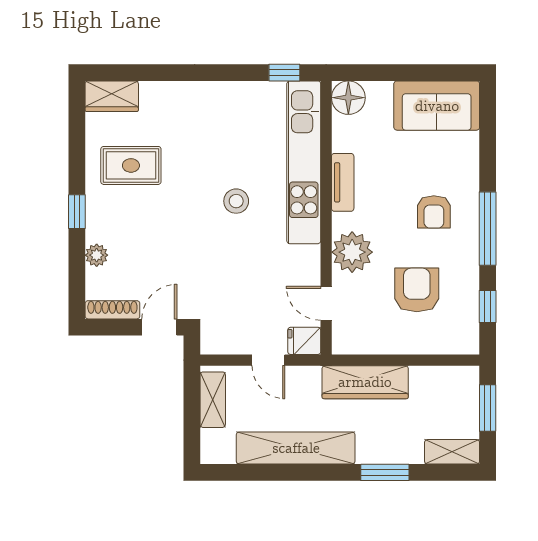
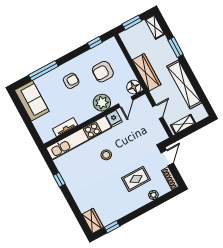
window: (284, 73) -> (59, 180), moved
floor lamp: (348, 98) -> (134, 87), moved
rug: (131, 165) -> (136, 179), moved, turned 90
tv unit: (343, 182) -> (65, 127), moved
window: (77, 212) -> (112, 227), moved
window: (488, 229) -> (43, 71), moved
door: (159, 327) -> (167, 158), swing flipped
fridge: (304, 341) -> (114, 119), moved

